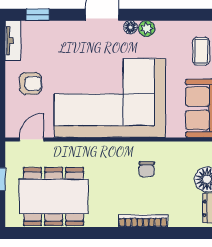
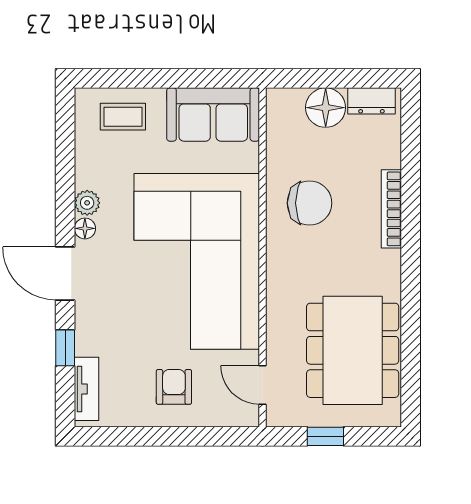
window: (38, 15) -> (65, 348), moved
tv unit: (13, 41) -> (87, 389), moved, turned 90
chair: (147, 169) -> (310, 203), width x1.87, depth x1.87

